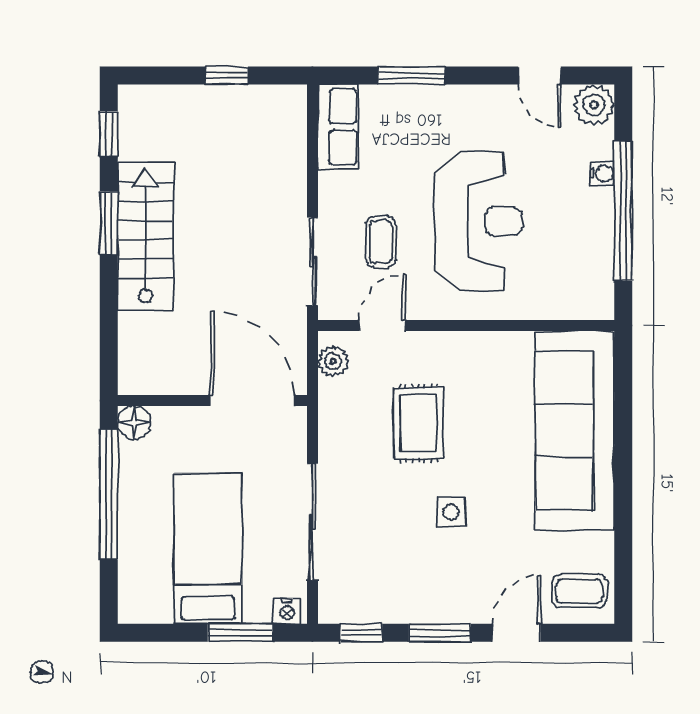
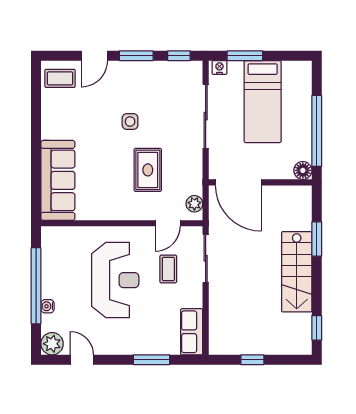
reception desk: (478, 221) -> (115, 280), turned 180
window: (109, 223) -> (317, 239), moved
sofa: (575, 431) -> (58, 180), width x0.74, depth x0.79

